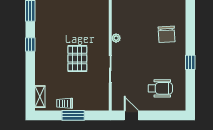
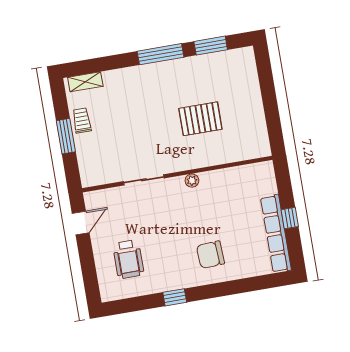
window: (30, 44) -> (161, 54), width x2.17
pallet: (77, 58) -> (200, 119), moved

